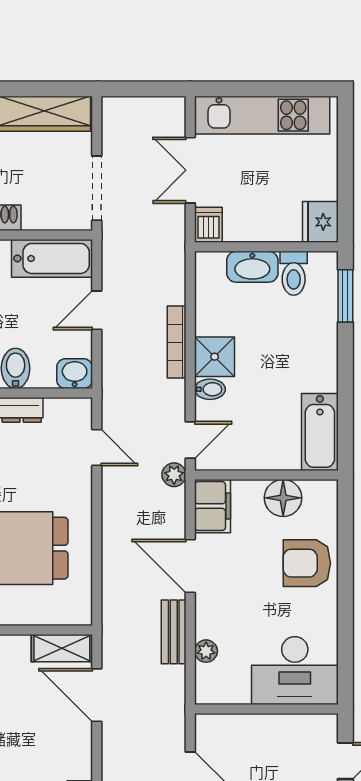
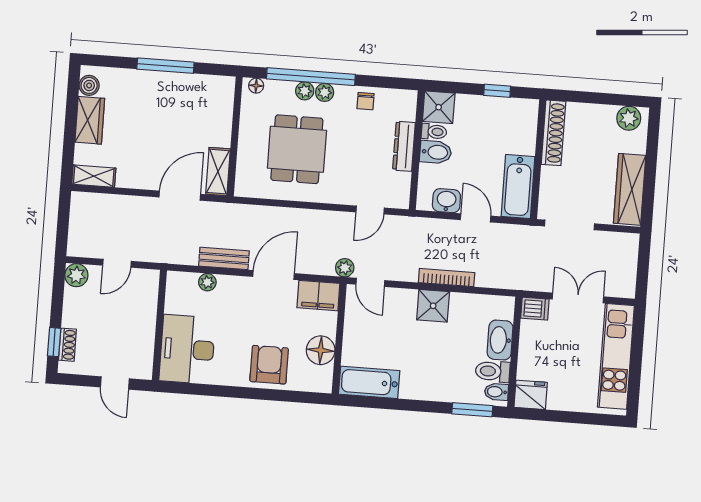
washbasin: (75, 374) -> (446, 201), moved, turned -90
bidet: (210, 389) -> (496, 392), moved, turned 90

